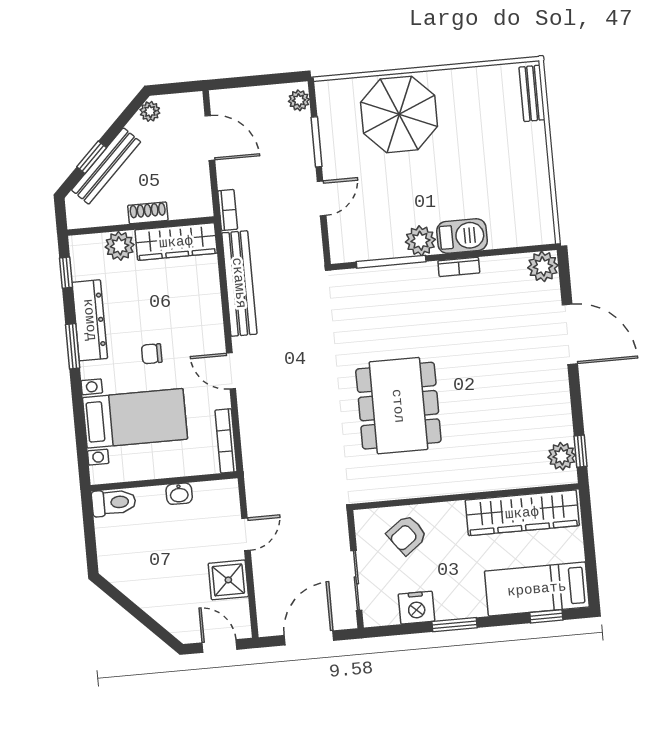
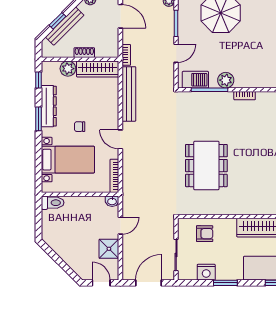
barbecue: (462, 236) -> (195, 80), moved
washbasin: (179, 494) -> (112, 201), moved
armchair: (407, 535) -> (205, 234), turned -143

